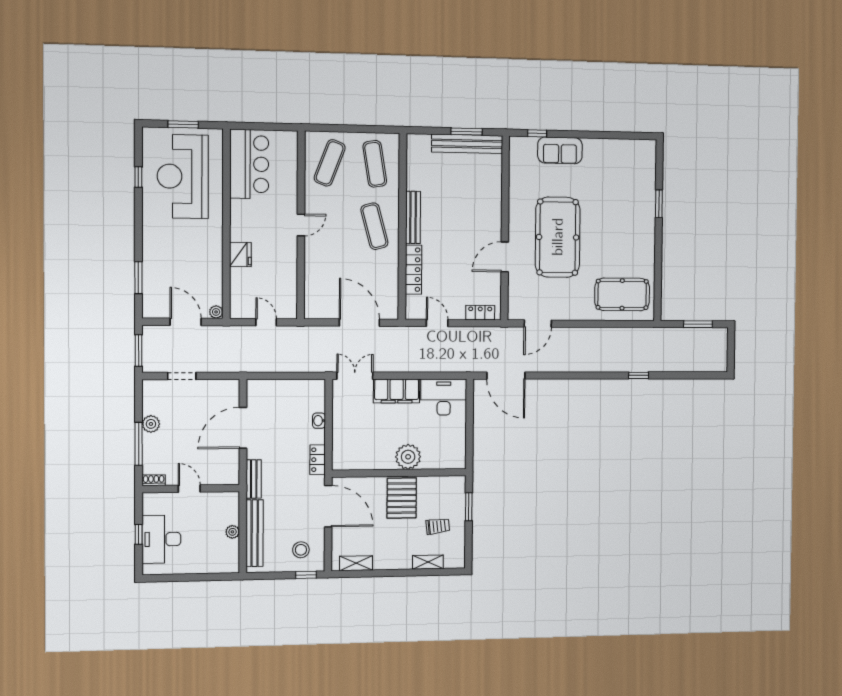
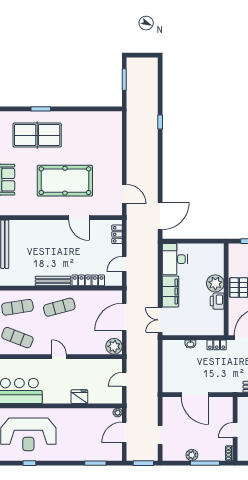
table tennis table: (623, 198) -> (37, 135), added
pool table: (622, 294) -> (104, 134), removed
plant: (316, 307) -> (114, 346), added
printer: (382, 460) -> (217, 301), added
bench: (254, 479) -> (229, 387), removed

